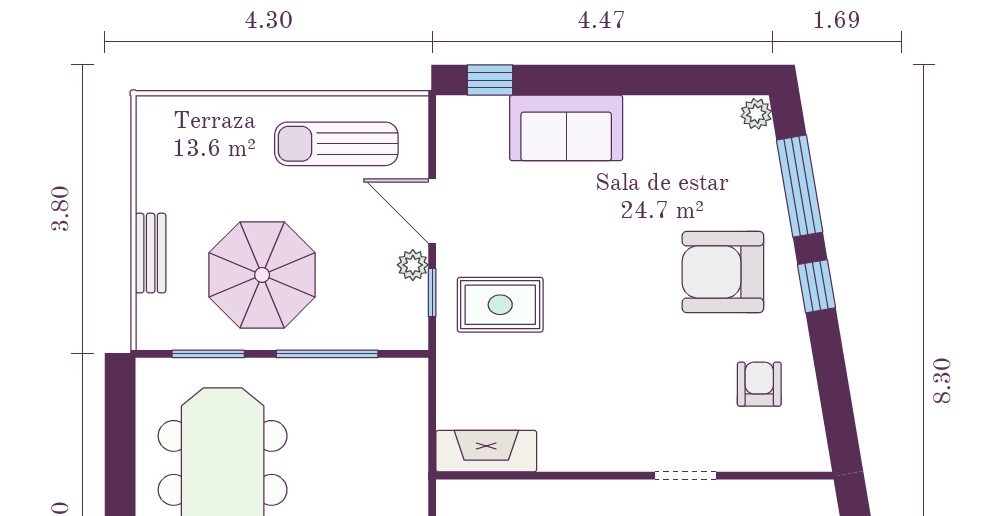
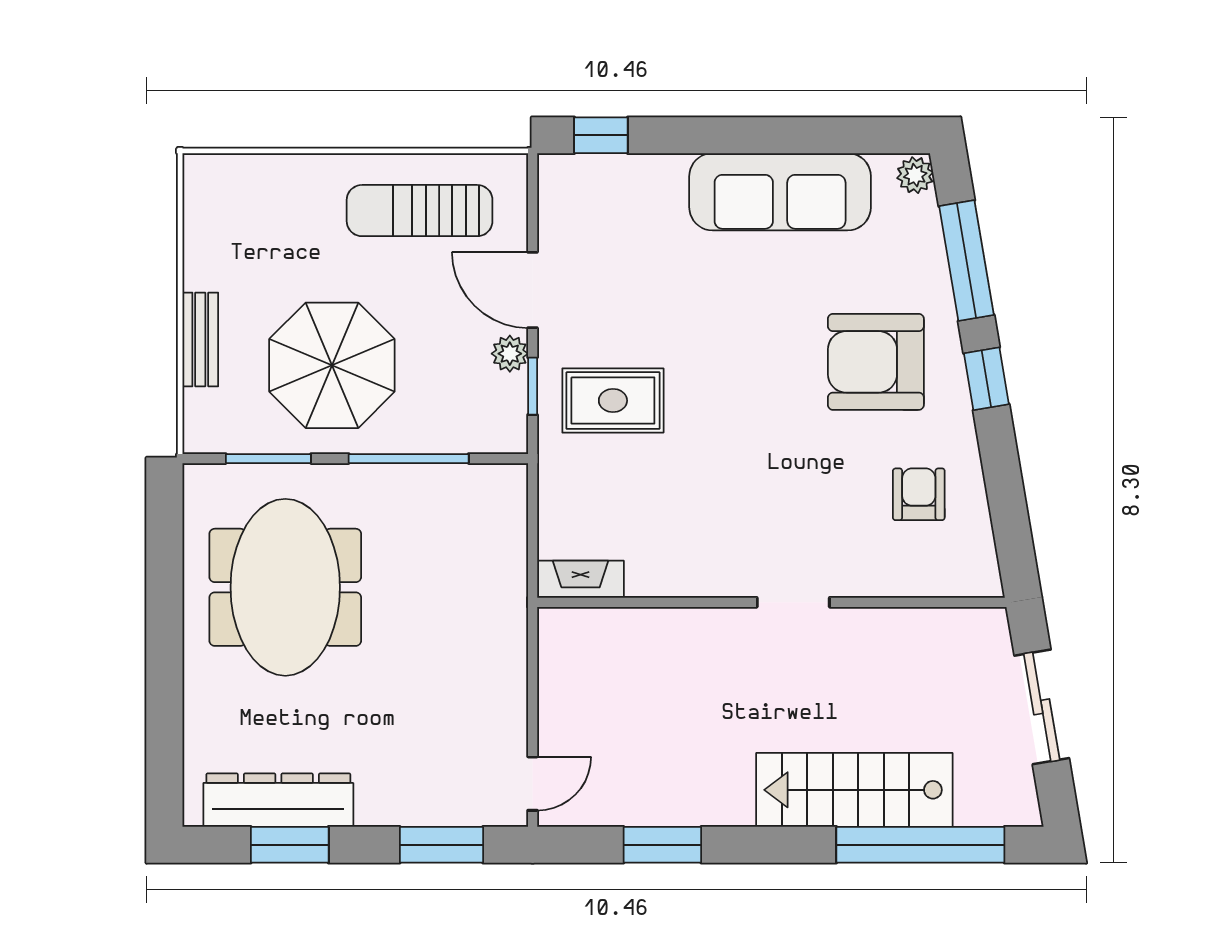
sofa: (566, 128) -> (780, 192), moved, width x1.36
fireplace: (486, 451) -> (581, 579), width x0.73, depth x0.76
doorway: (685, 476) -> (793, 602), moved

